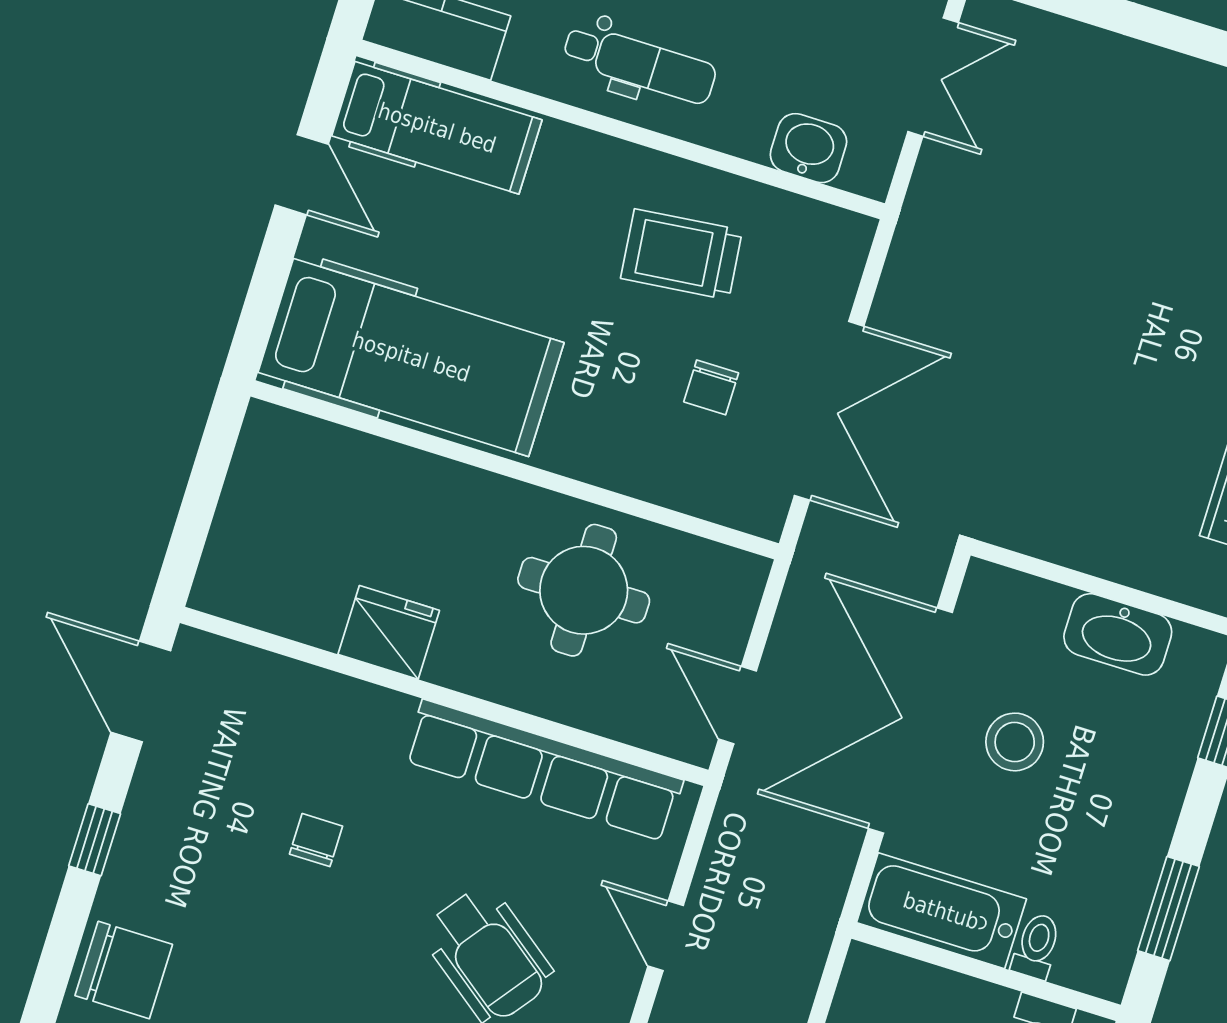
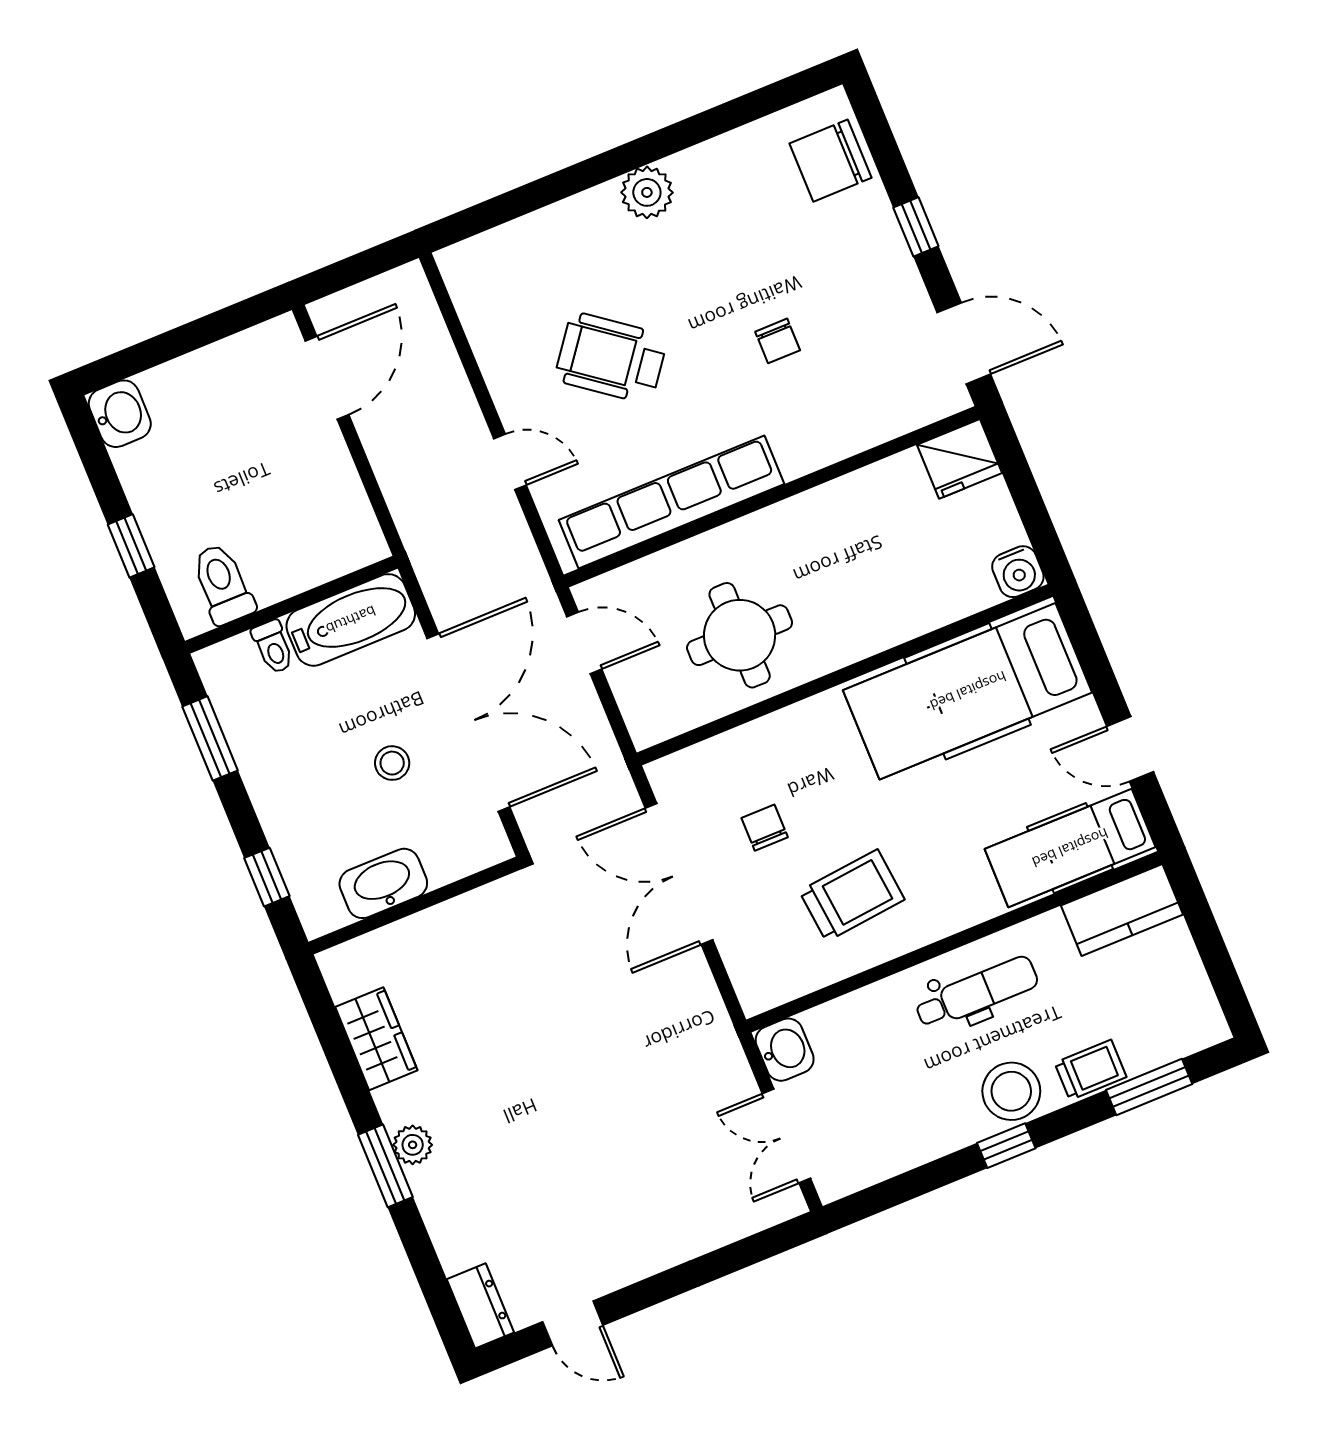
dental chair: (640, 64) -> (977, 993), turned 180
washbasin: (808, 148) -> (785, 1050), moved, turned -90
water cooler: (269, 432) -> (1018, 572), added
fridge: (389, 632) -> (960, 459), moved
stool: (1015, 742) -> (392, 763), width x0.73, depth x0.73

